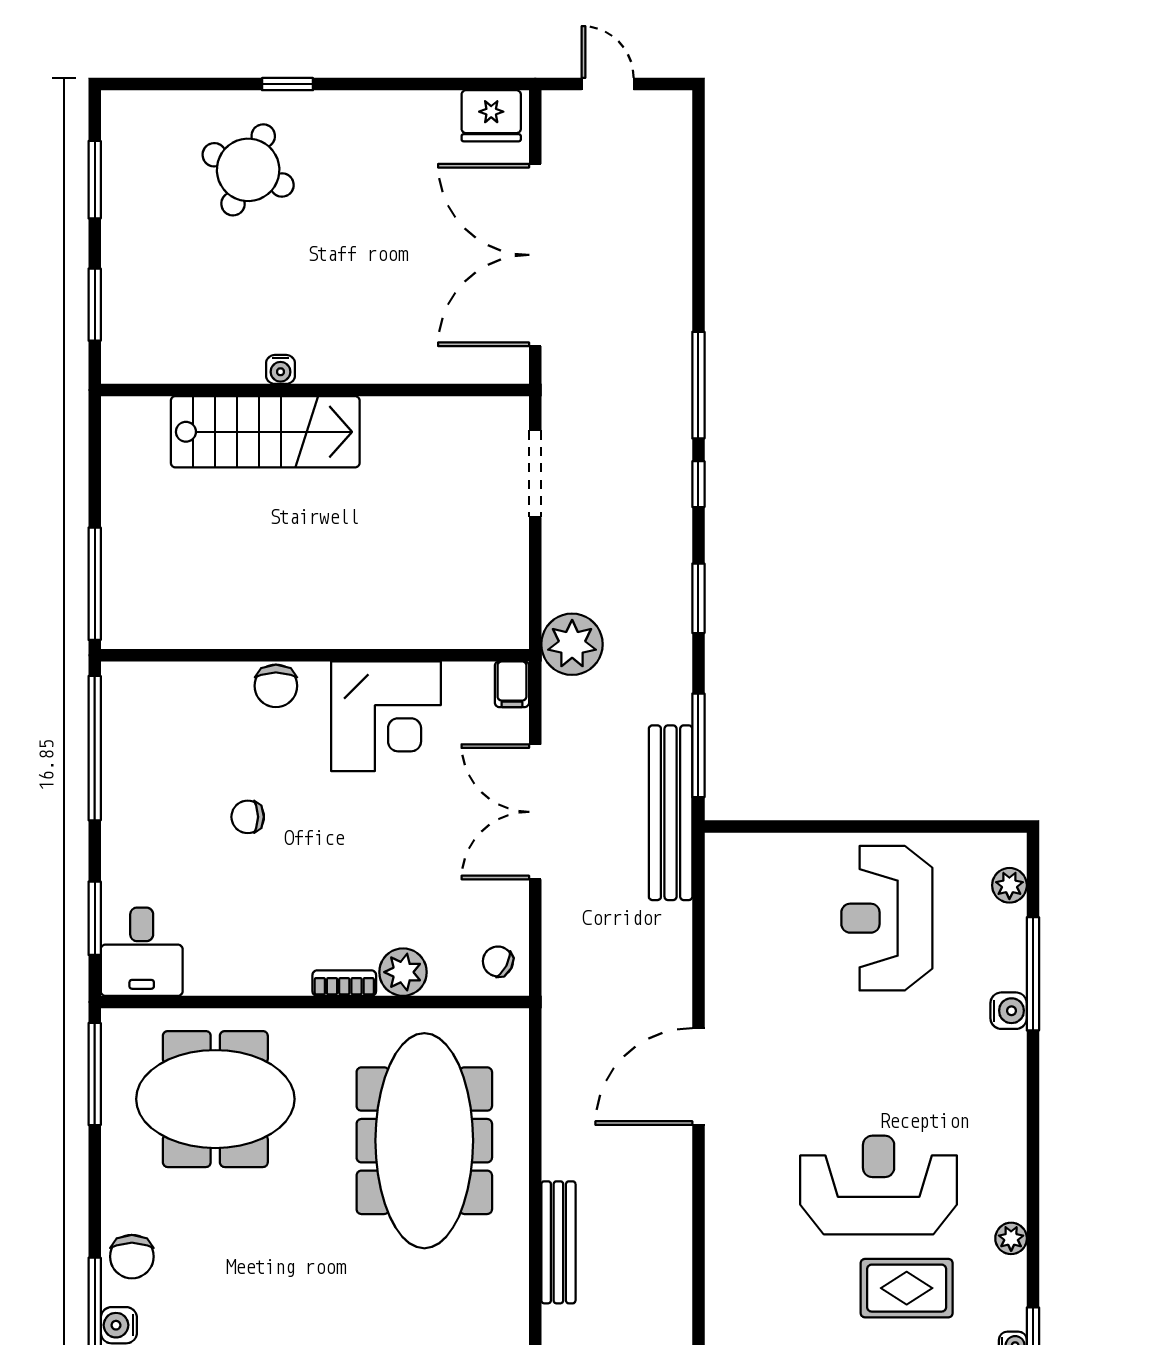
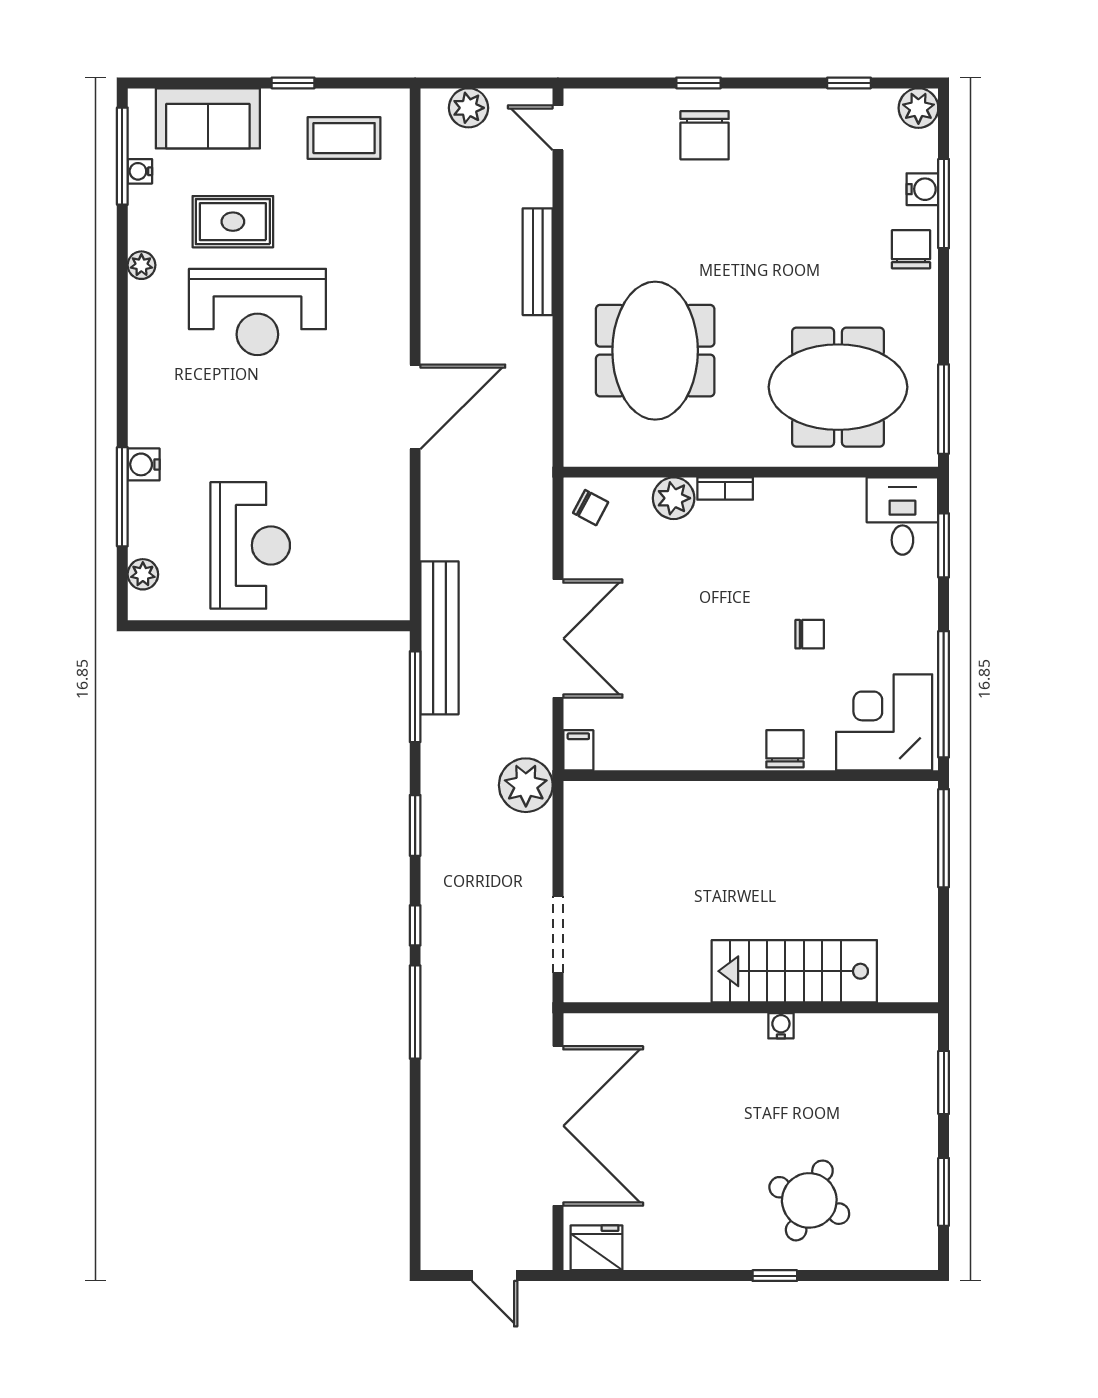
corner desk: (386, 716) -> (884, 722), moved
meeting table: (424, 1141) -> (655, 351), width x0.73

